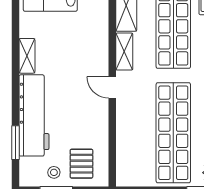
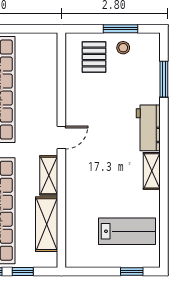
door: (112, 87) -> (61, 138), hinge flipped
workbench: (34, 115) -> (148, 128), width x0.53, depth x0.76

